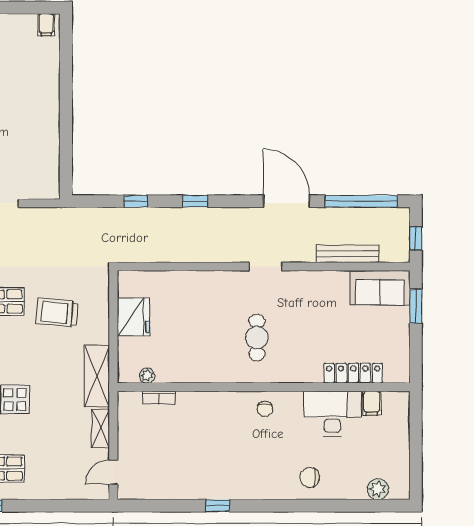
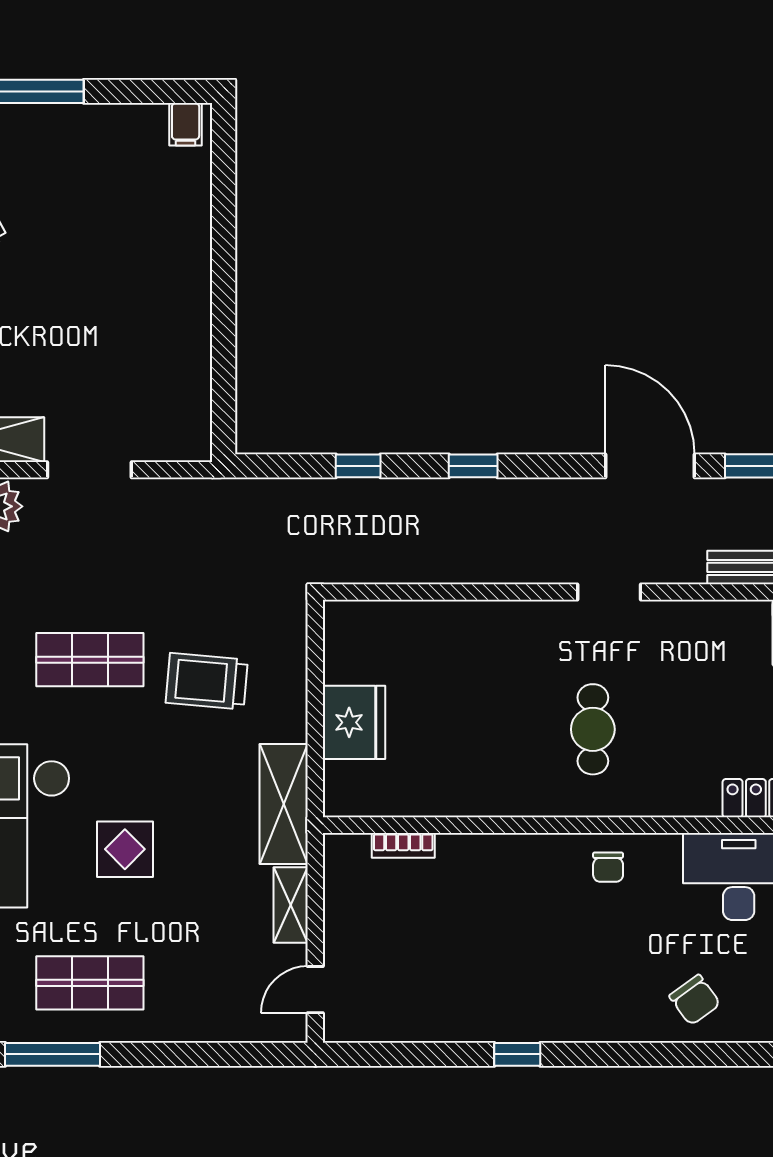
fridge: (133, 317) -> (354, 722), moved
plant: (147, 376) -> (380, 803), removed
chair: (310, 477) -> (695, 1000), turned -126

